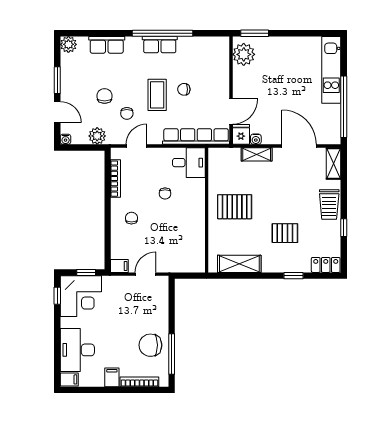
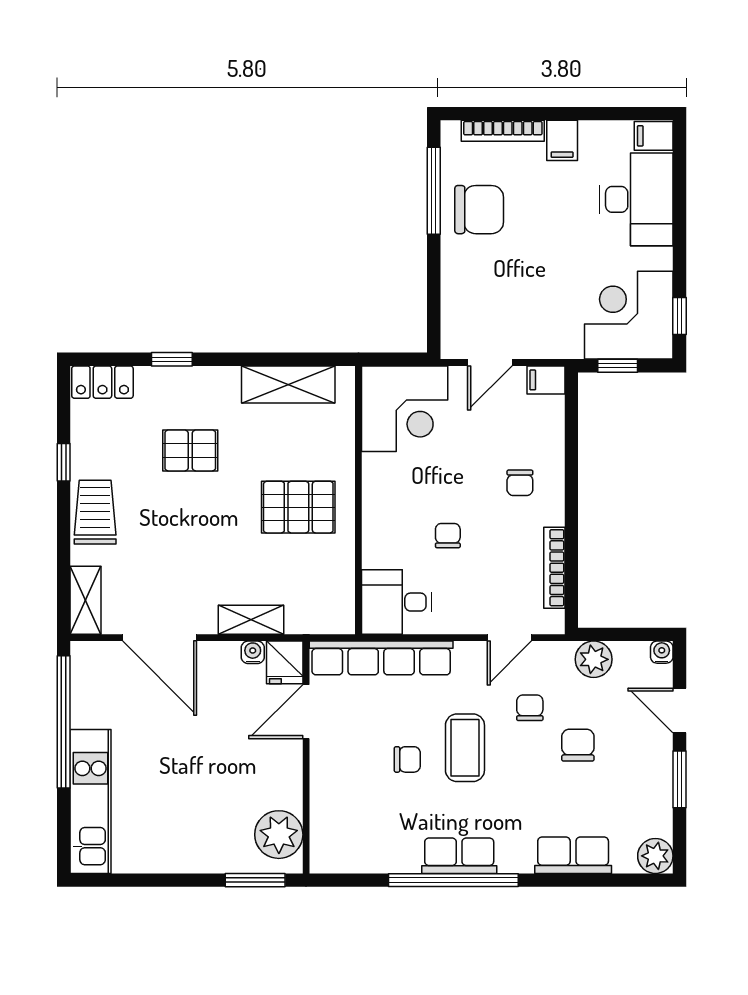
chair: (105, 96) -> (578, 745), turned 180
corner desk: (185, 253) -> (405, 409), added

